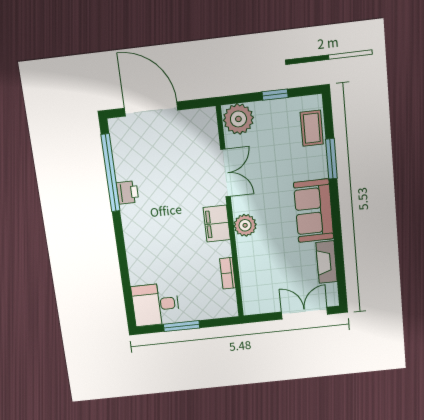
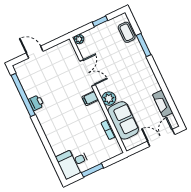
door: (151, 109) -> (35, 52), width x0.53
plant: (238, 119) -> (79, 39), width x0.53, depth x0.53
sofa: (314, 211) -> (123, 120), moved, turned 180
filing cabinet: (217, 224) -> (90, 98), width x0.50

